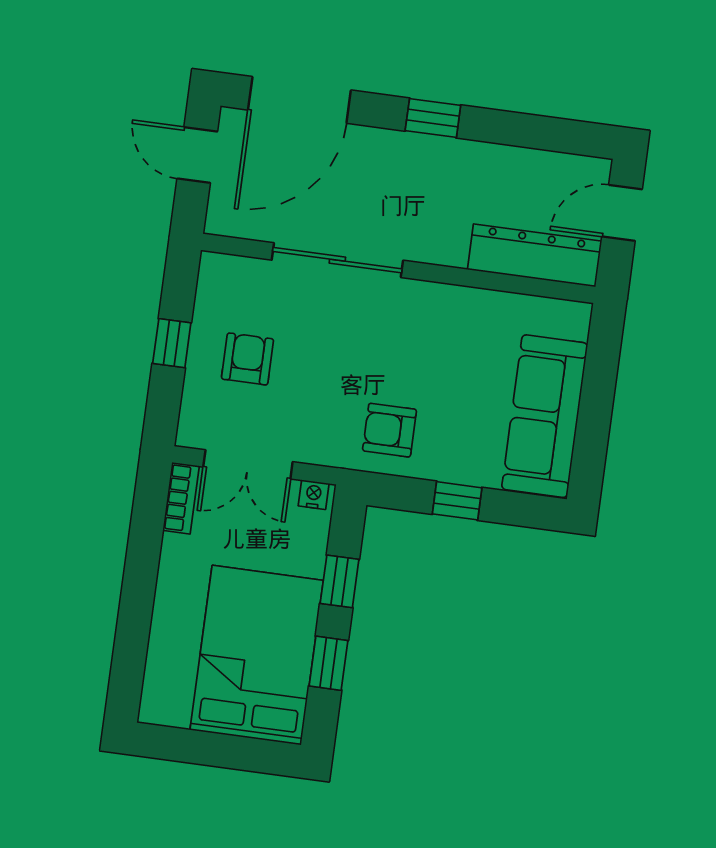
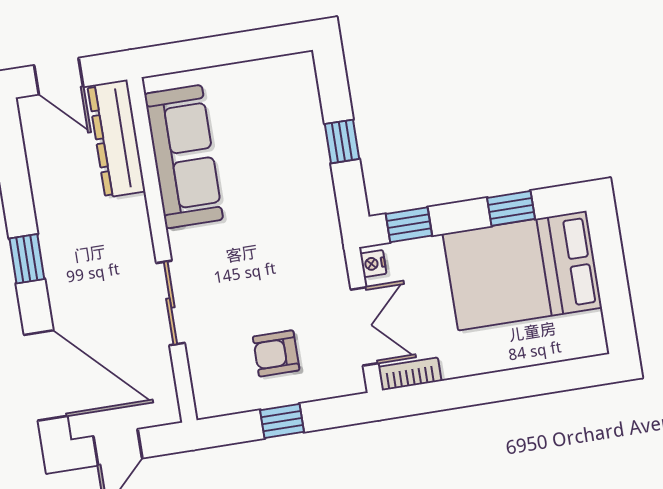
sliding door: (337, 260) -> (170, 303), width x0.73
sofa: (545, 416) -> (184, 157), moved, turned -90
armchair: (390, 430) -> (300, 216), removed
window: (340, 581) -> (409, 225), moved

